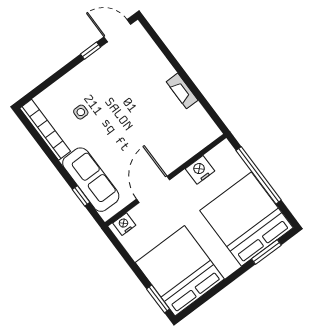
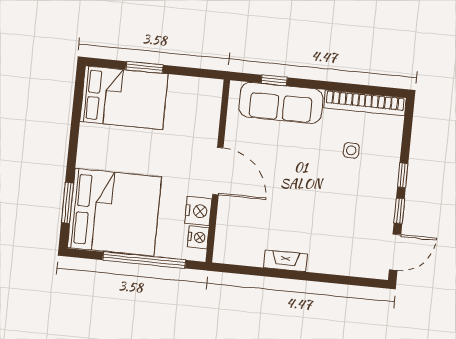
window: (68, 68) -> (403, 175), added
door: (153, 189) -> (218, 171), moved
nightstand: (124, 224) -> (198, 237), moved
bed: (180, 271) -> (124, 98), width x0.73
window: (158, 299) -> (144, 67), moved

